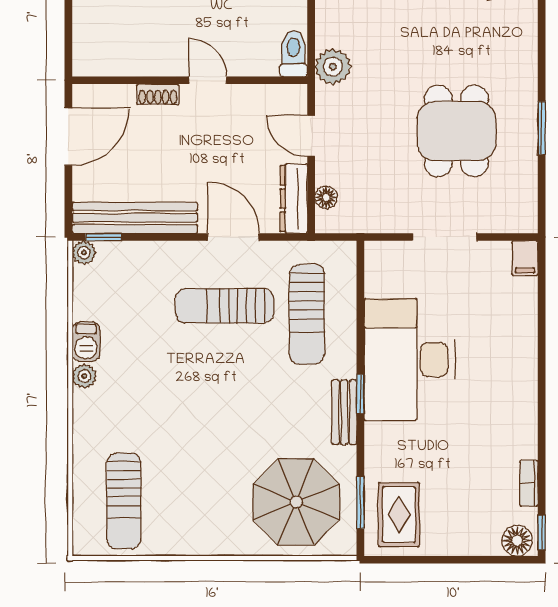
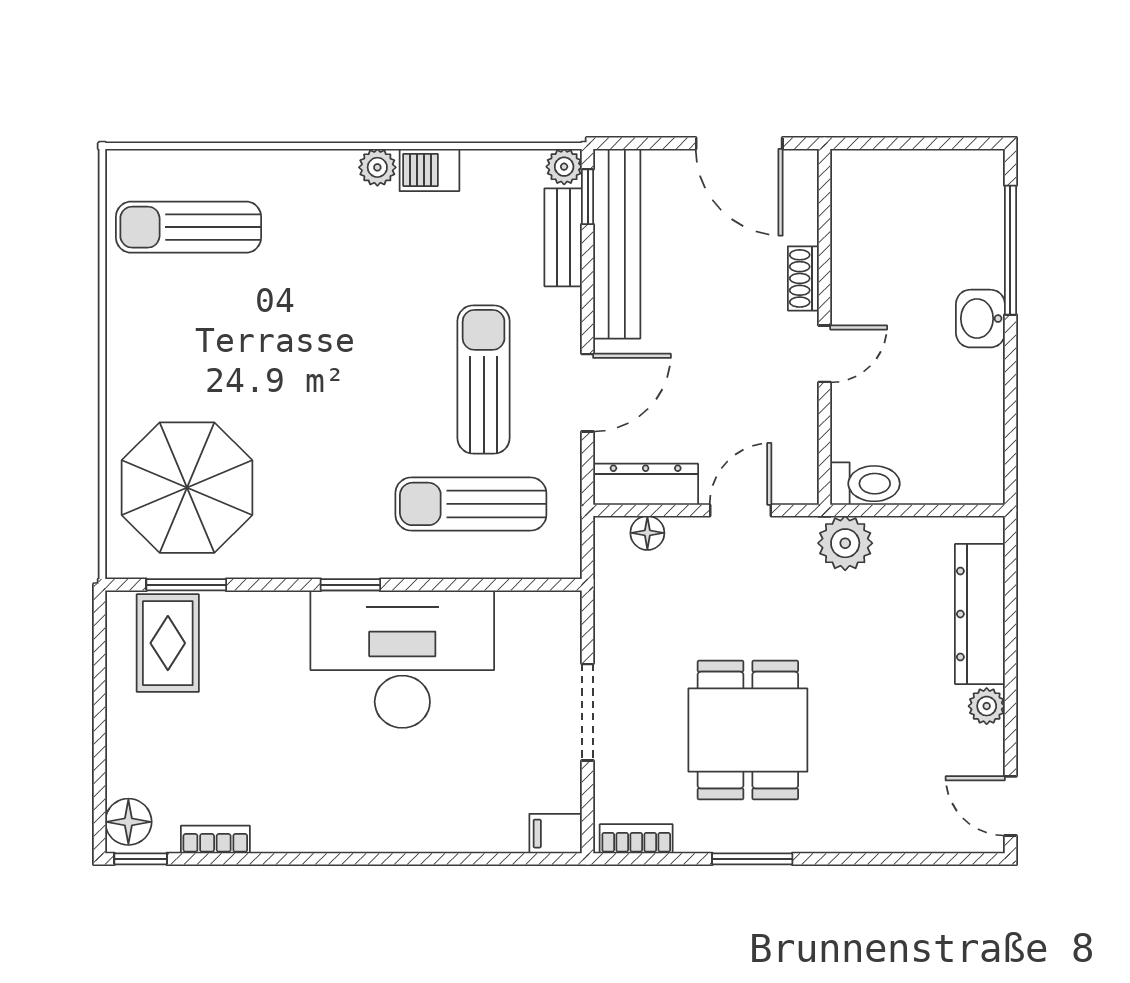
dining table: (456, 131) -> (748, 730), turned 90
bookcase: (528, 205) -> (636, 839), added
bench: (344, 412) -> (563, 237), moved, turned 90
rug: (399, 515) -> (168, 643), turned 90

